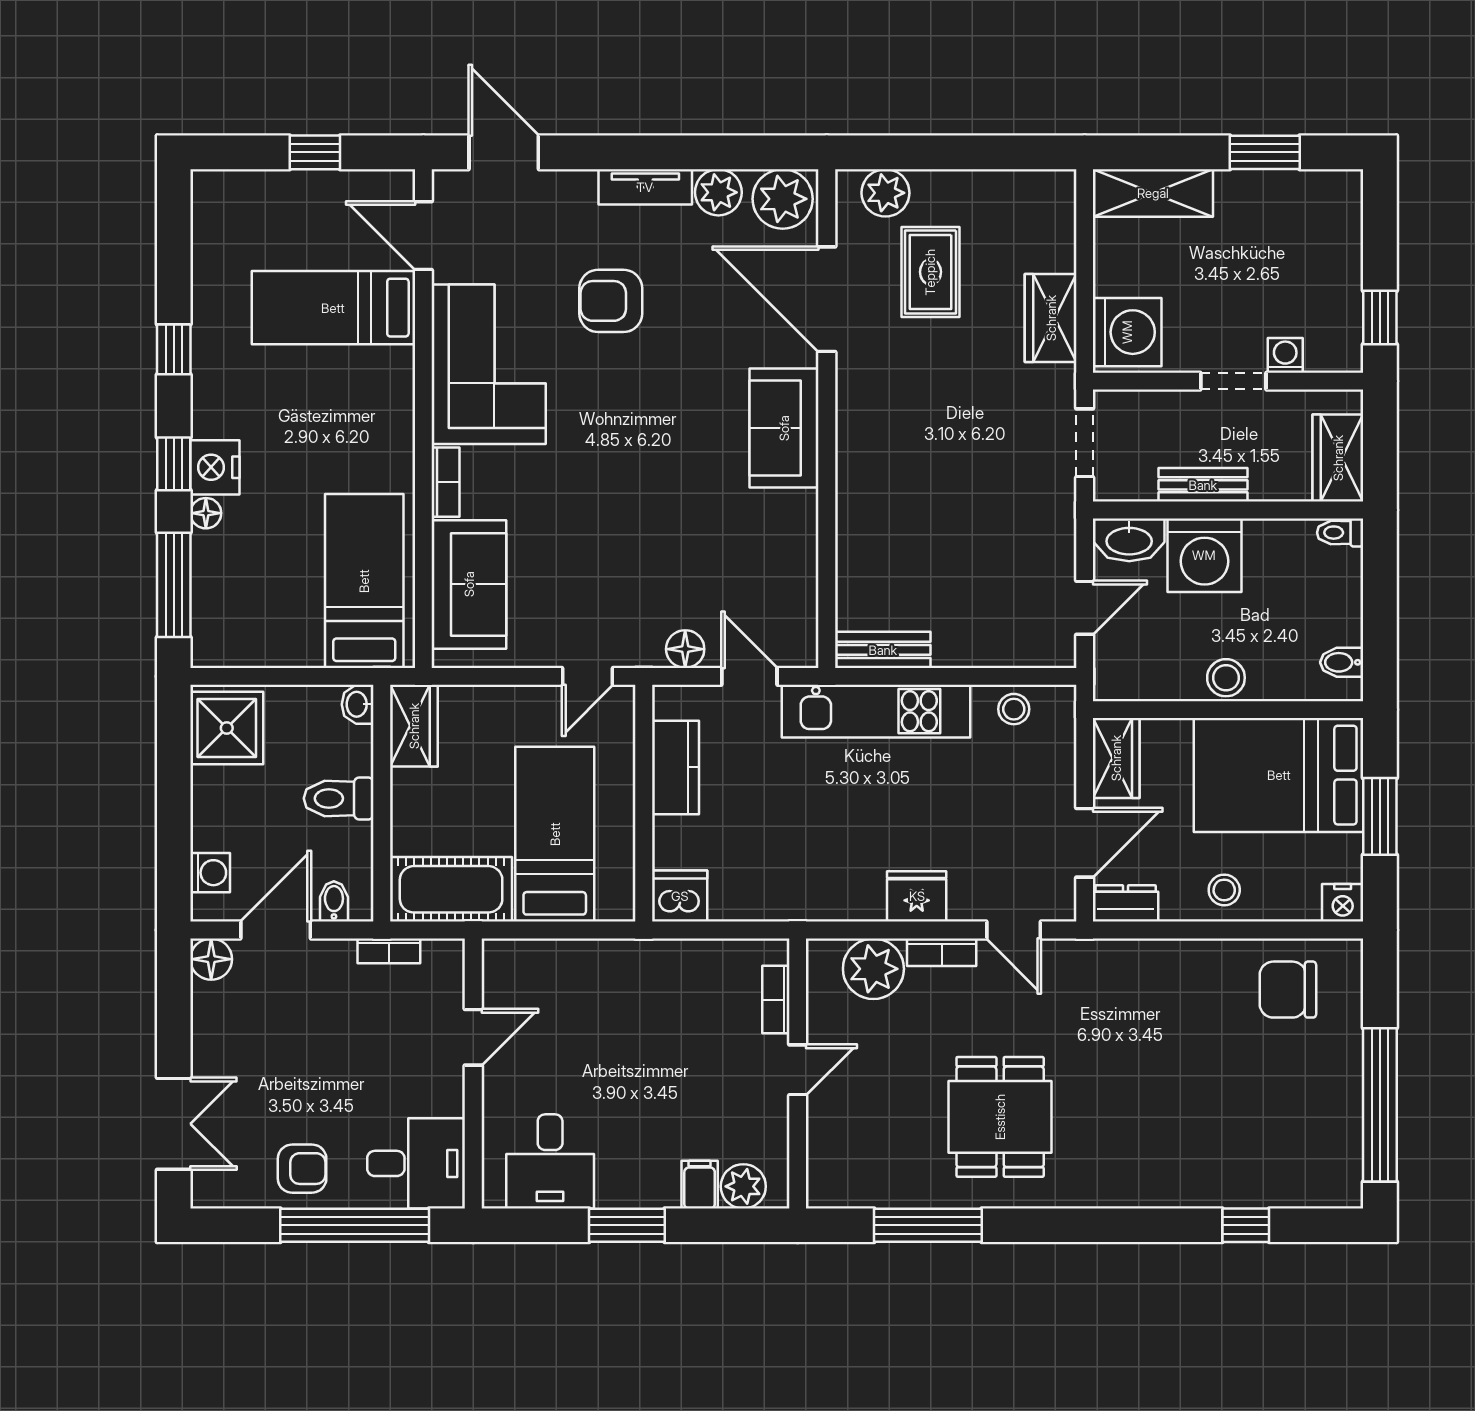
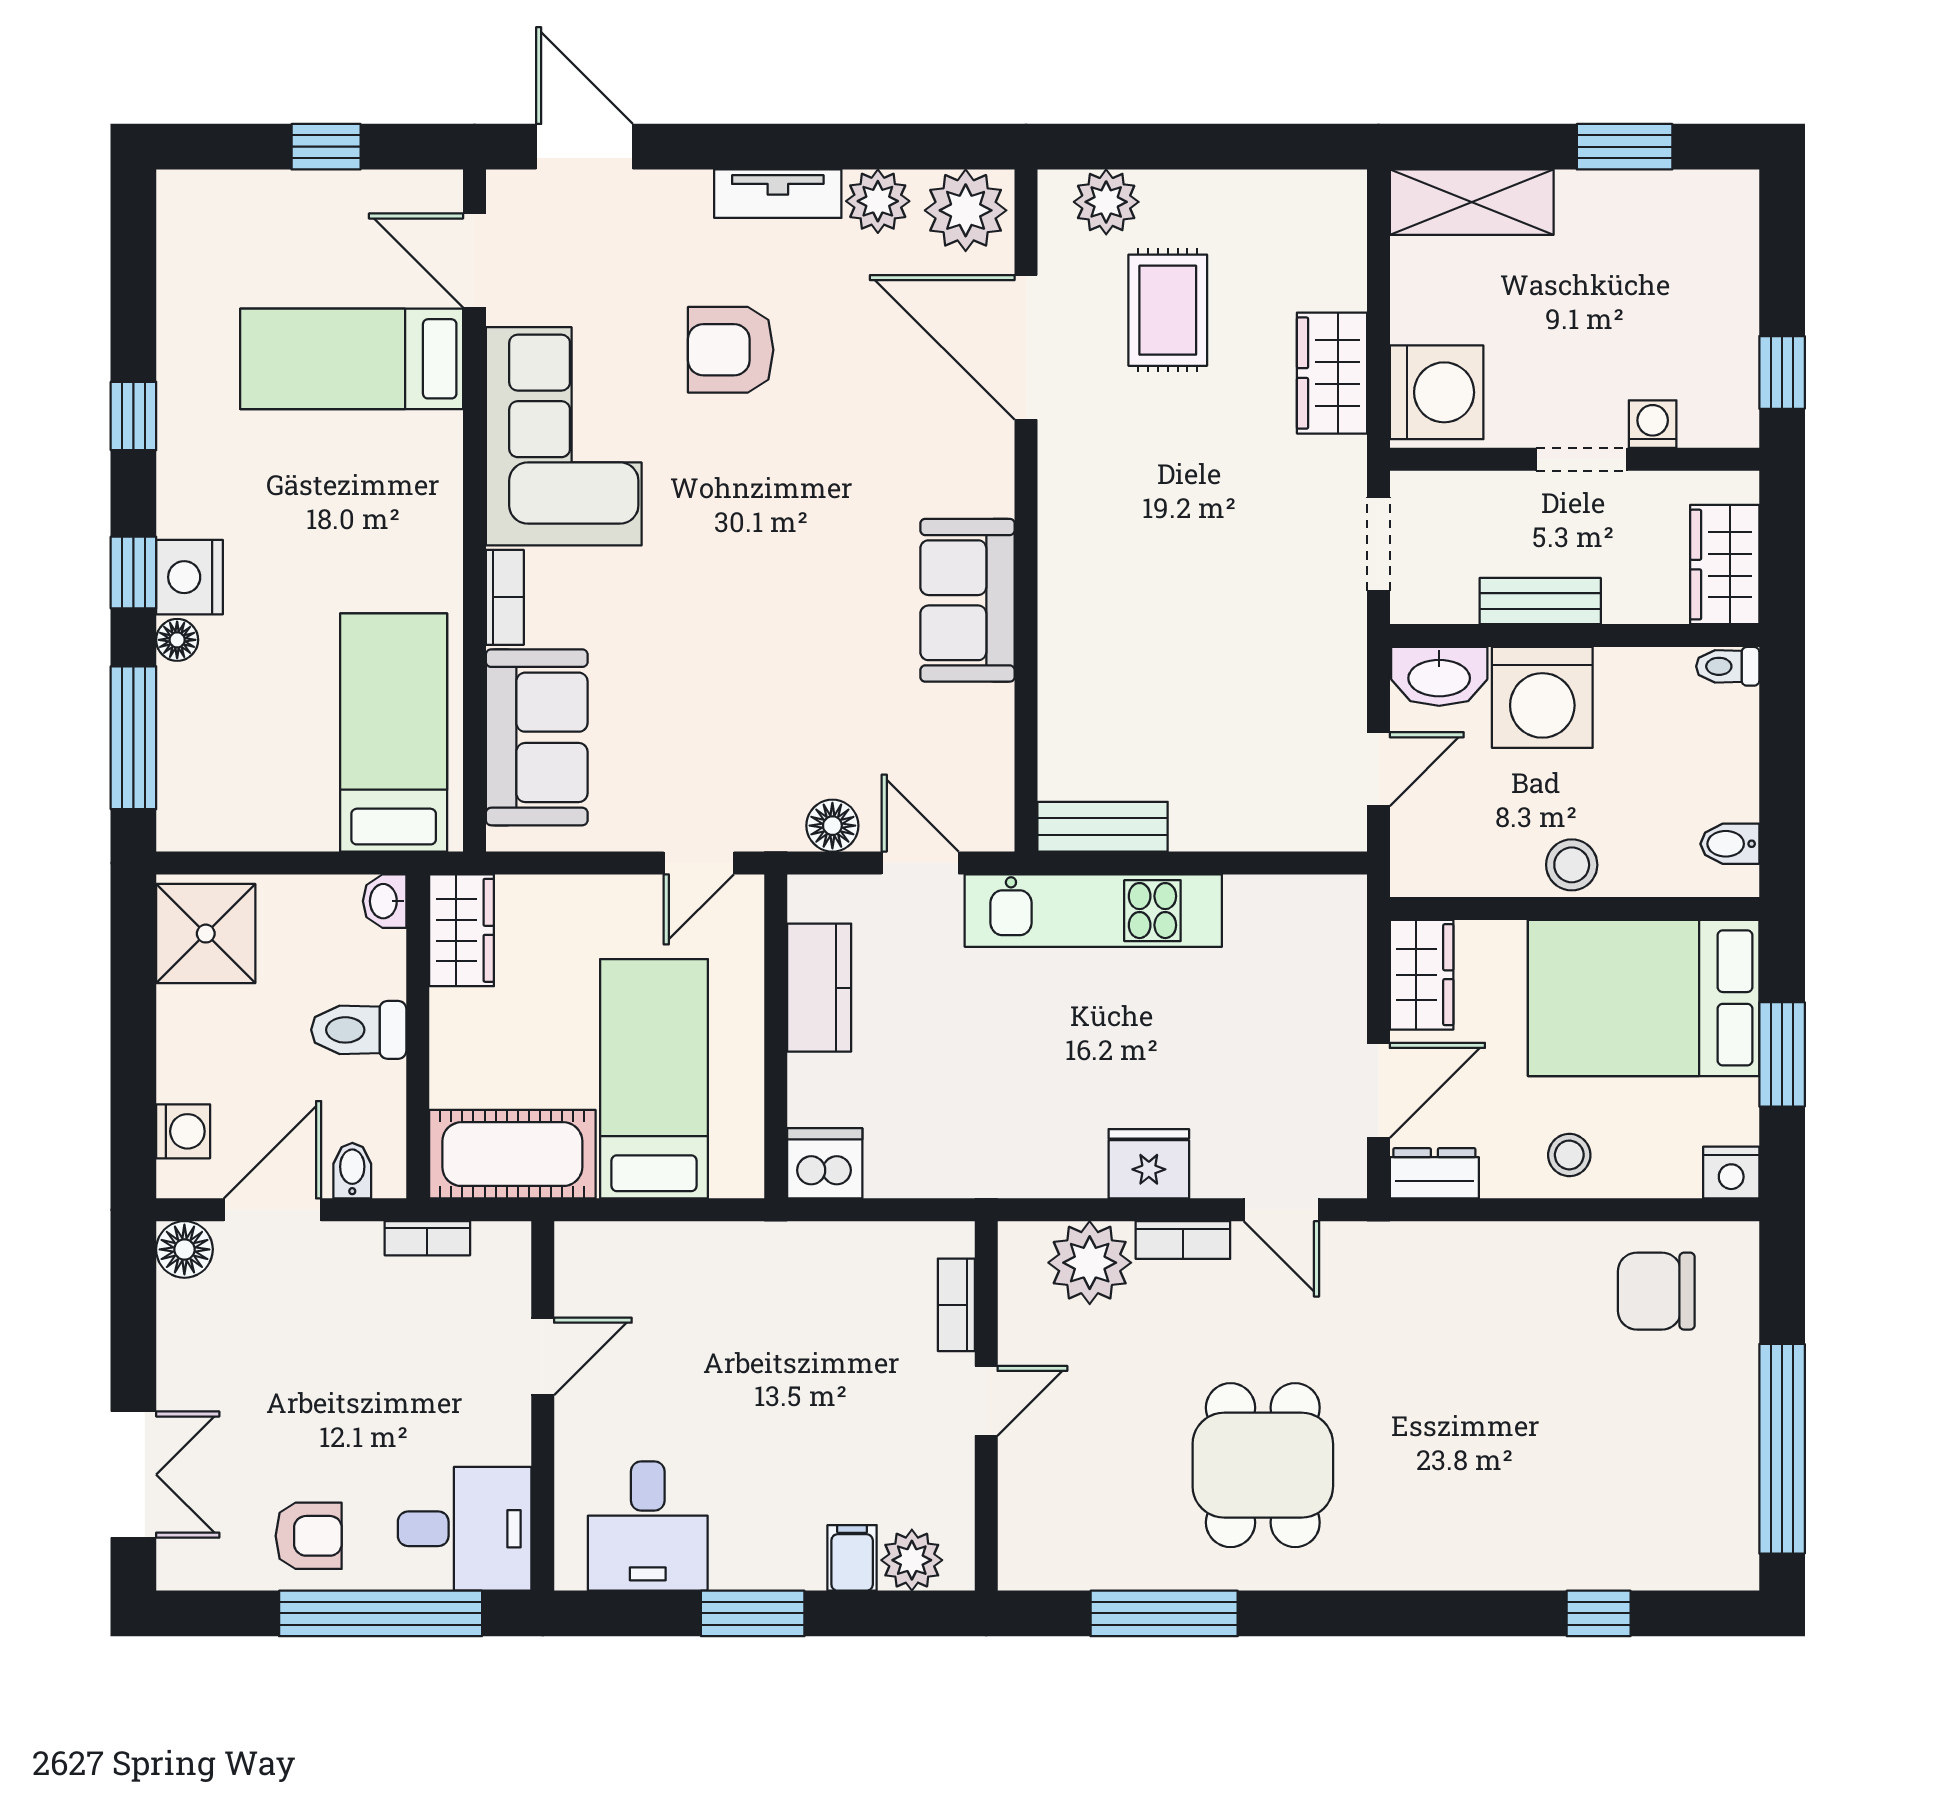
sofa: (784, 428) -> (967, 600), moved
stool: (1014, 709) -> (1282, 908), removed

